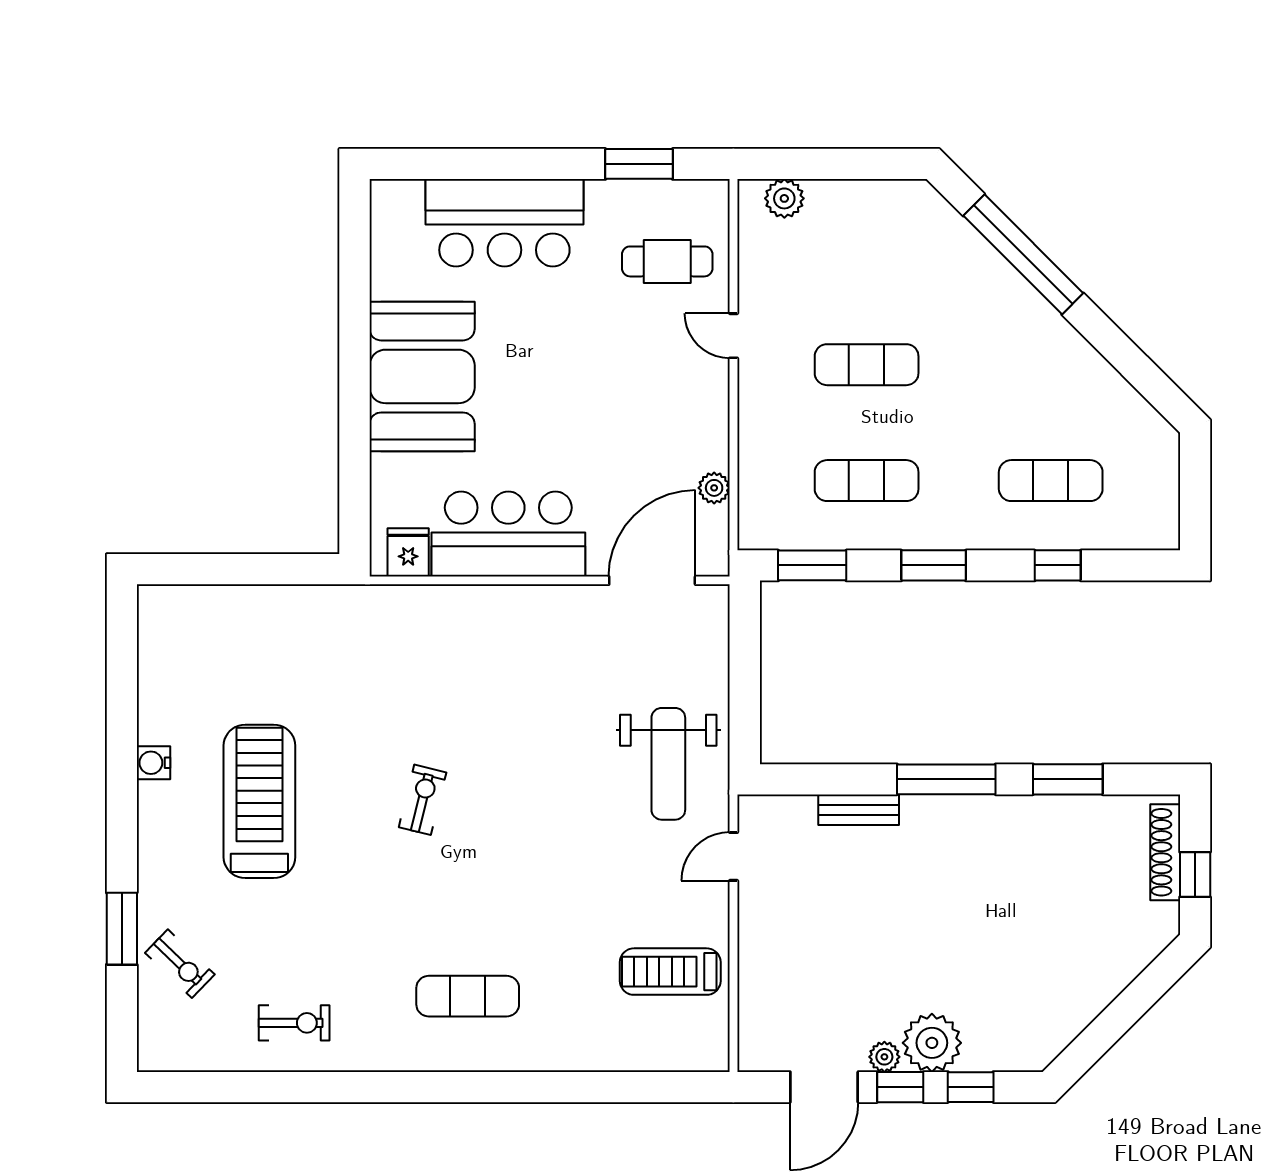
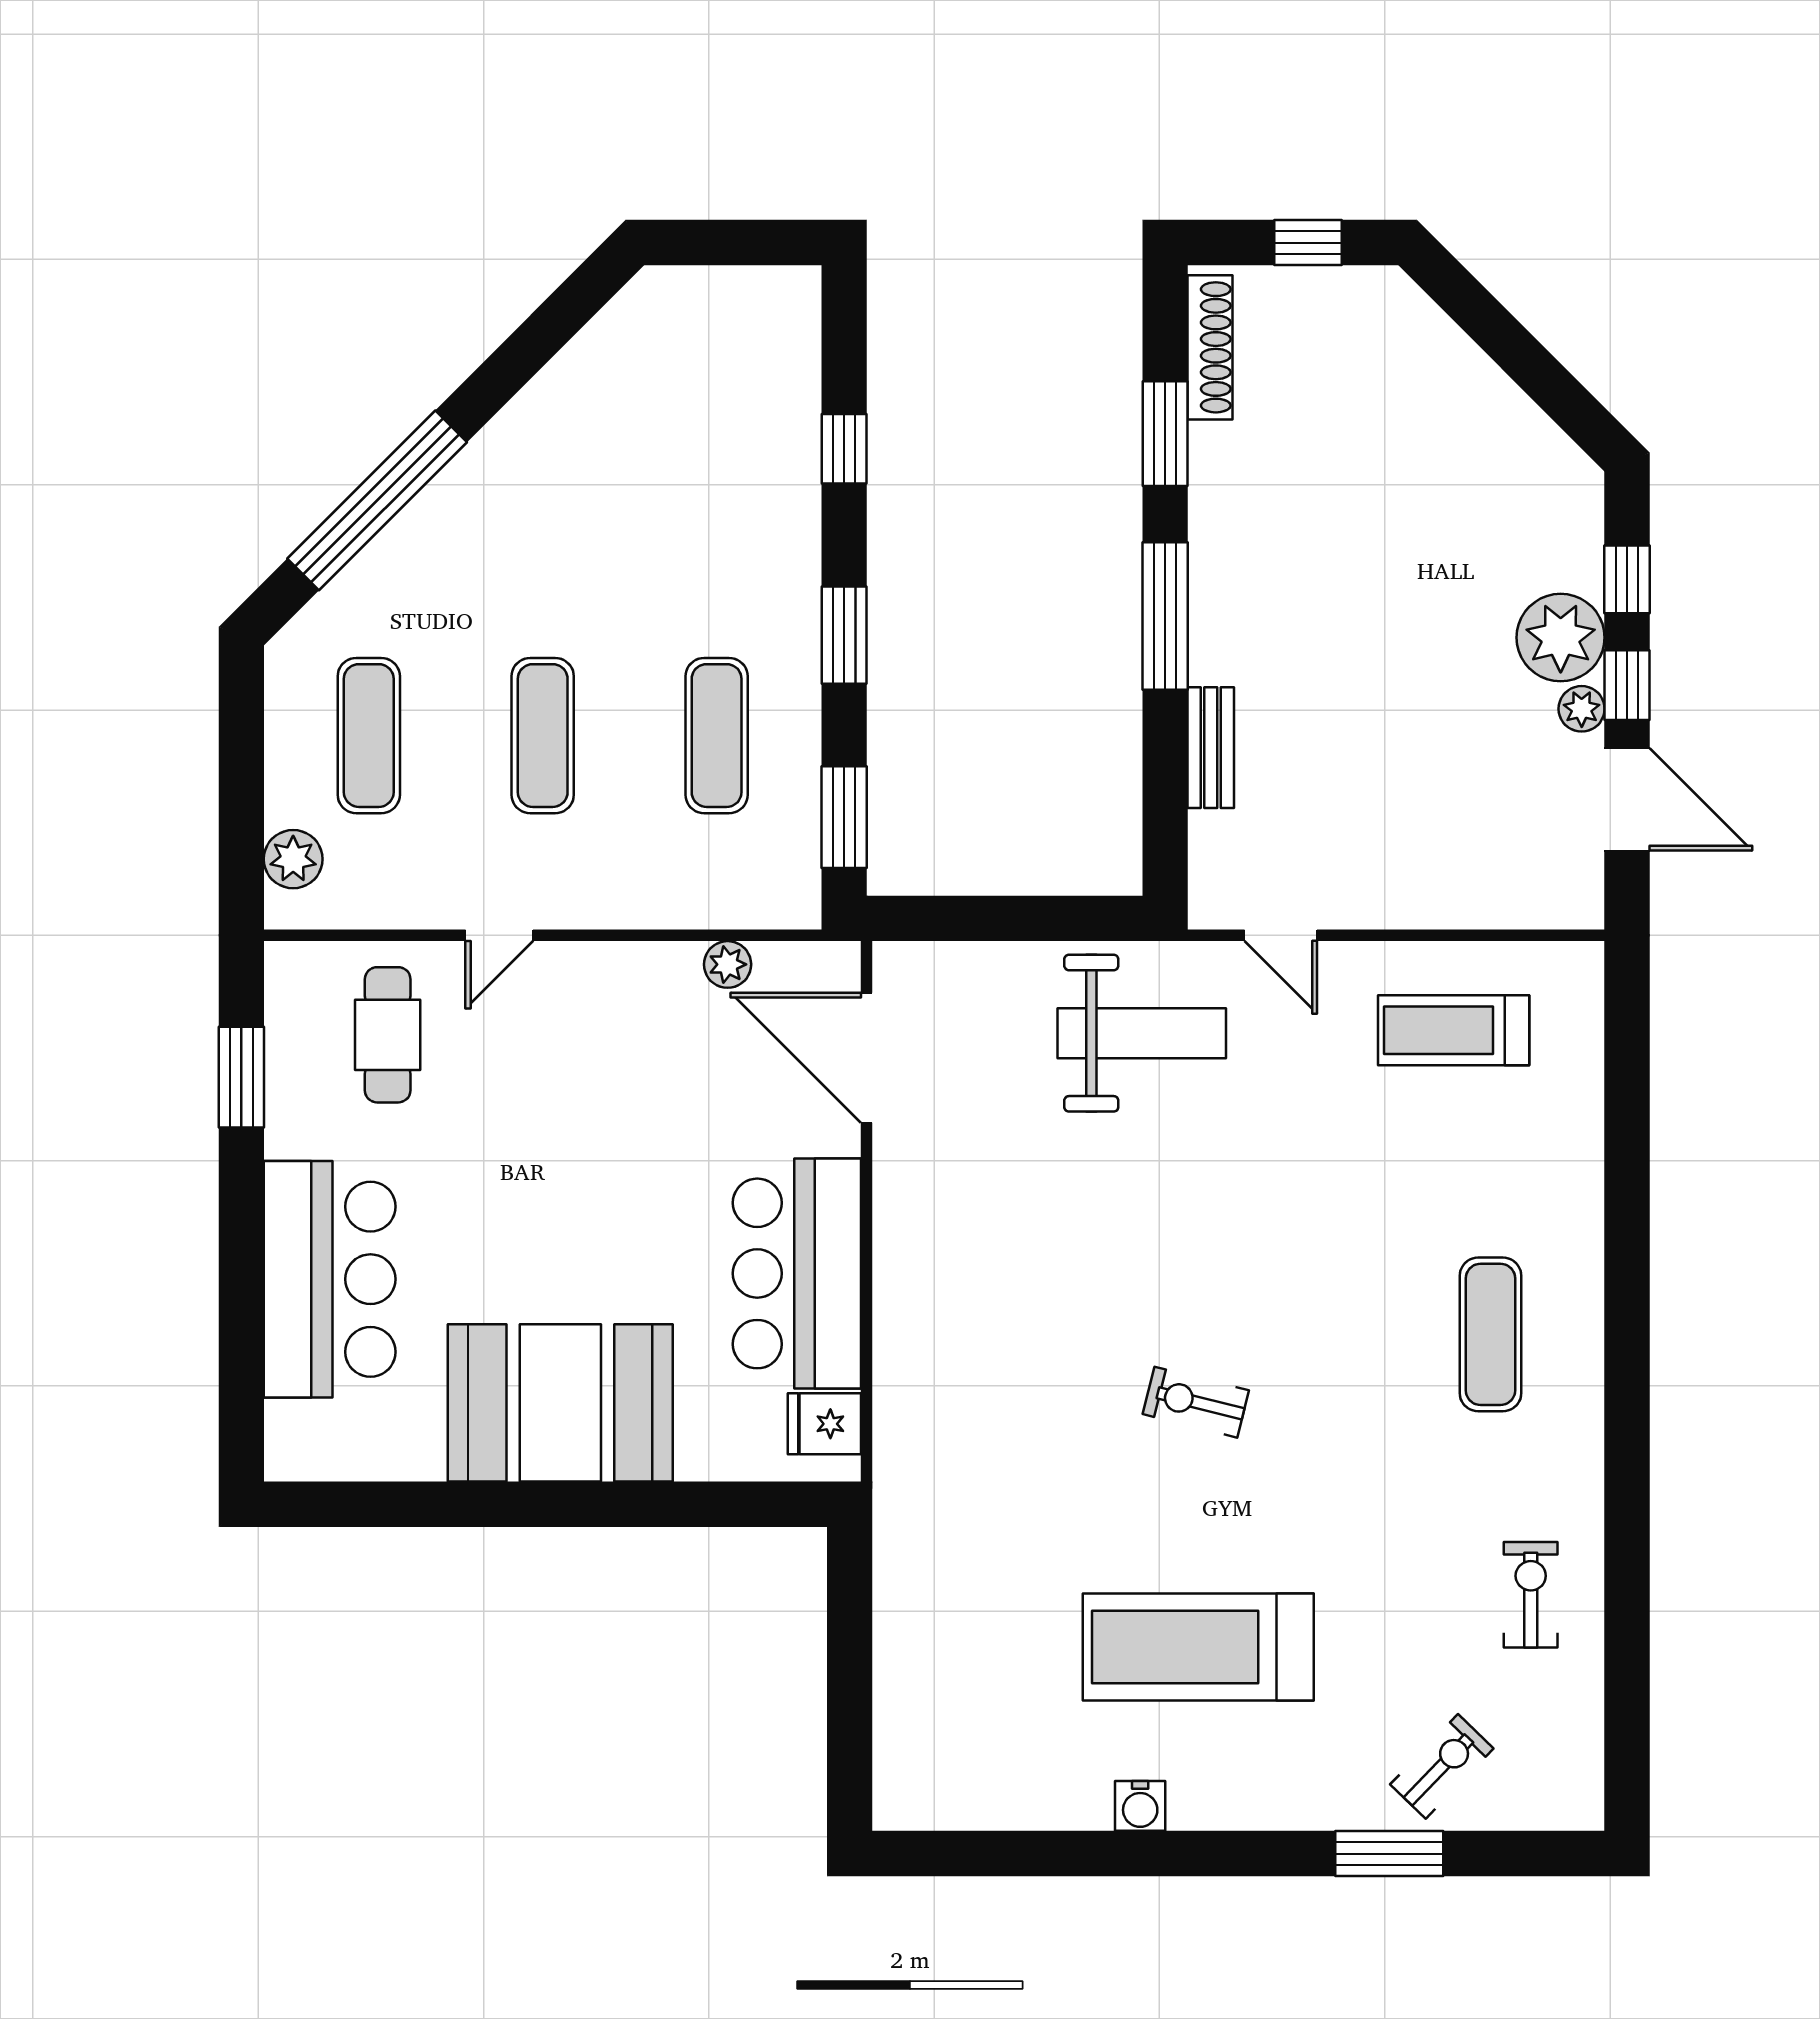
exercise mat: (1051, 481) -> (369, 736), moved
shoe rack: (1165, 852) -> (1210, 347), moved, turned -90
treadmill: (670, 972) -> (1454, 1030), turned 90

